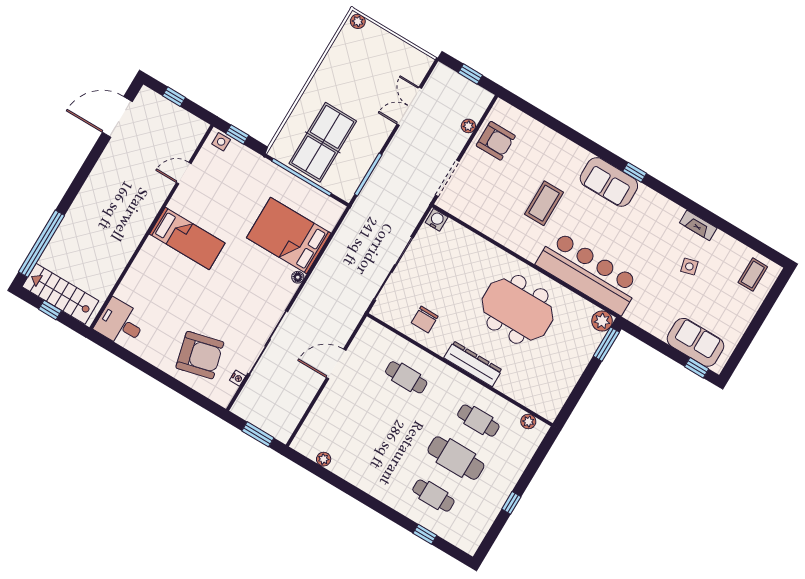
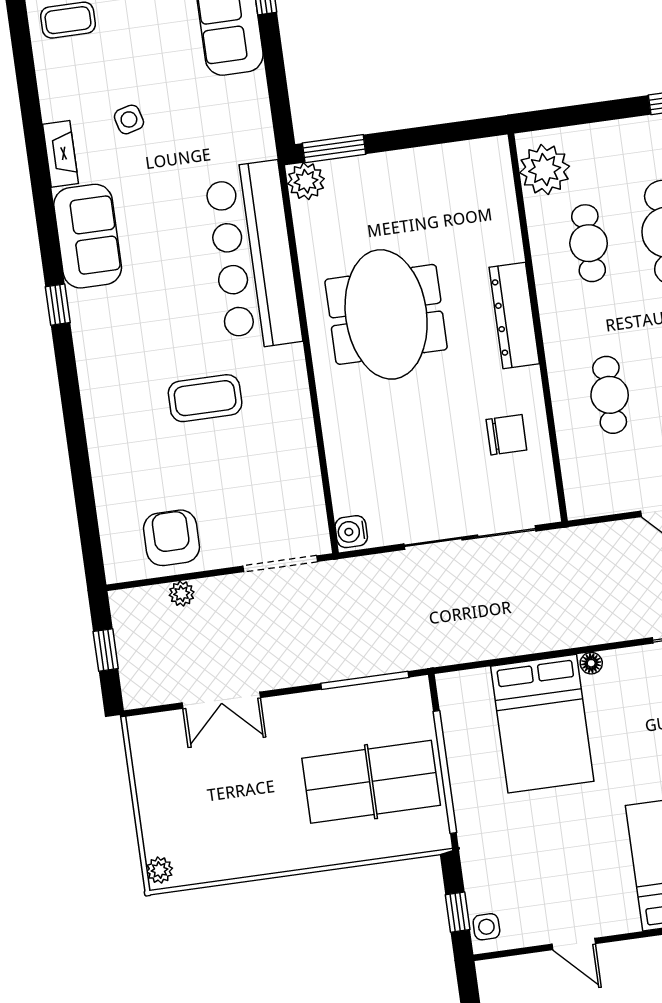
sofa: (609, 182) -> (88, 236), moved
plant: (528, 421) -> (545, 169), width x1.88, depth x1.88

